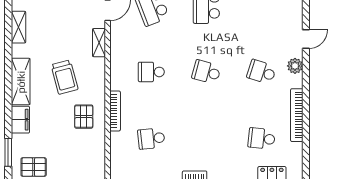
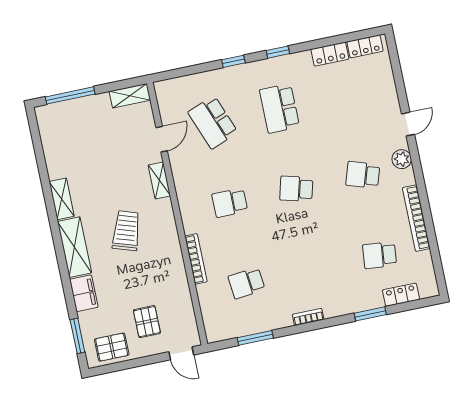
shelving: (18, 27) -> (62, 199), moved
trolley: (64, 77) -> (126, 231), turned -147
pallet: (84, 117) -> (147, 322), moved

